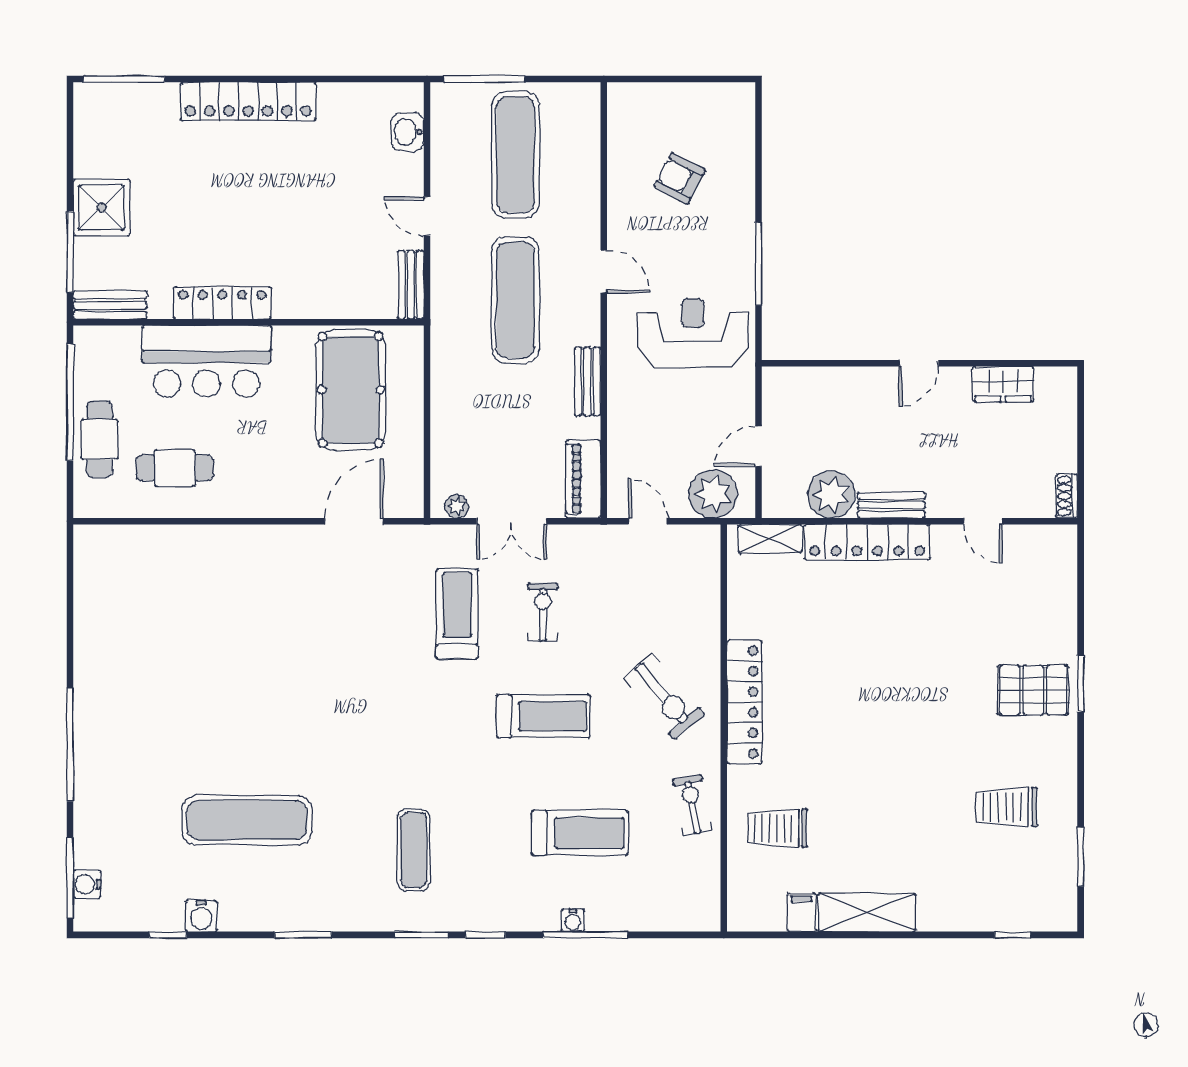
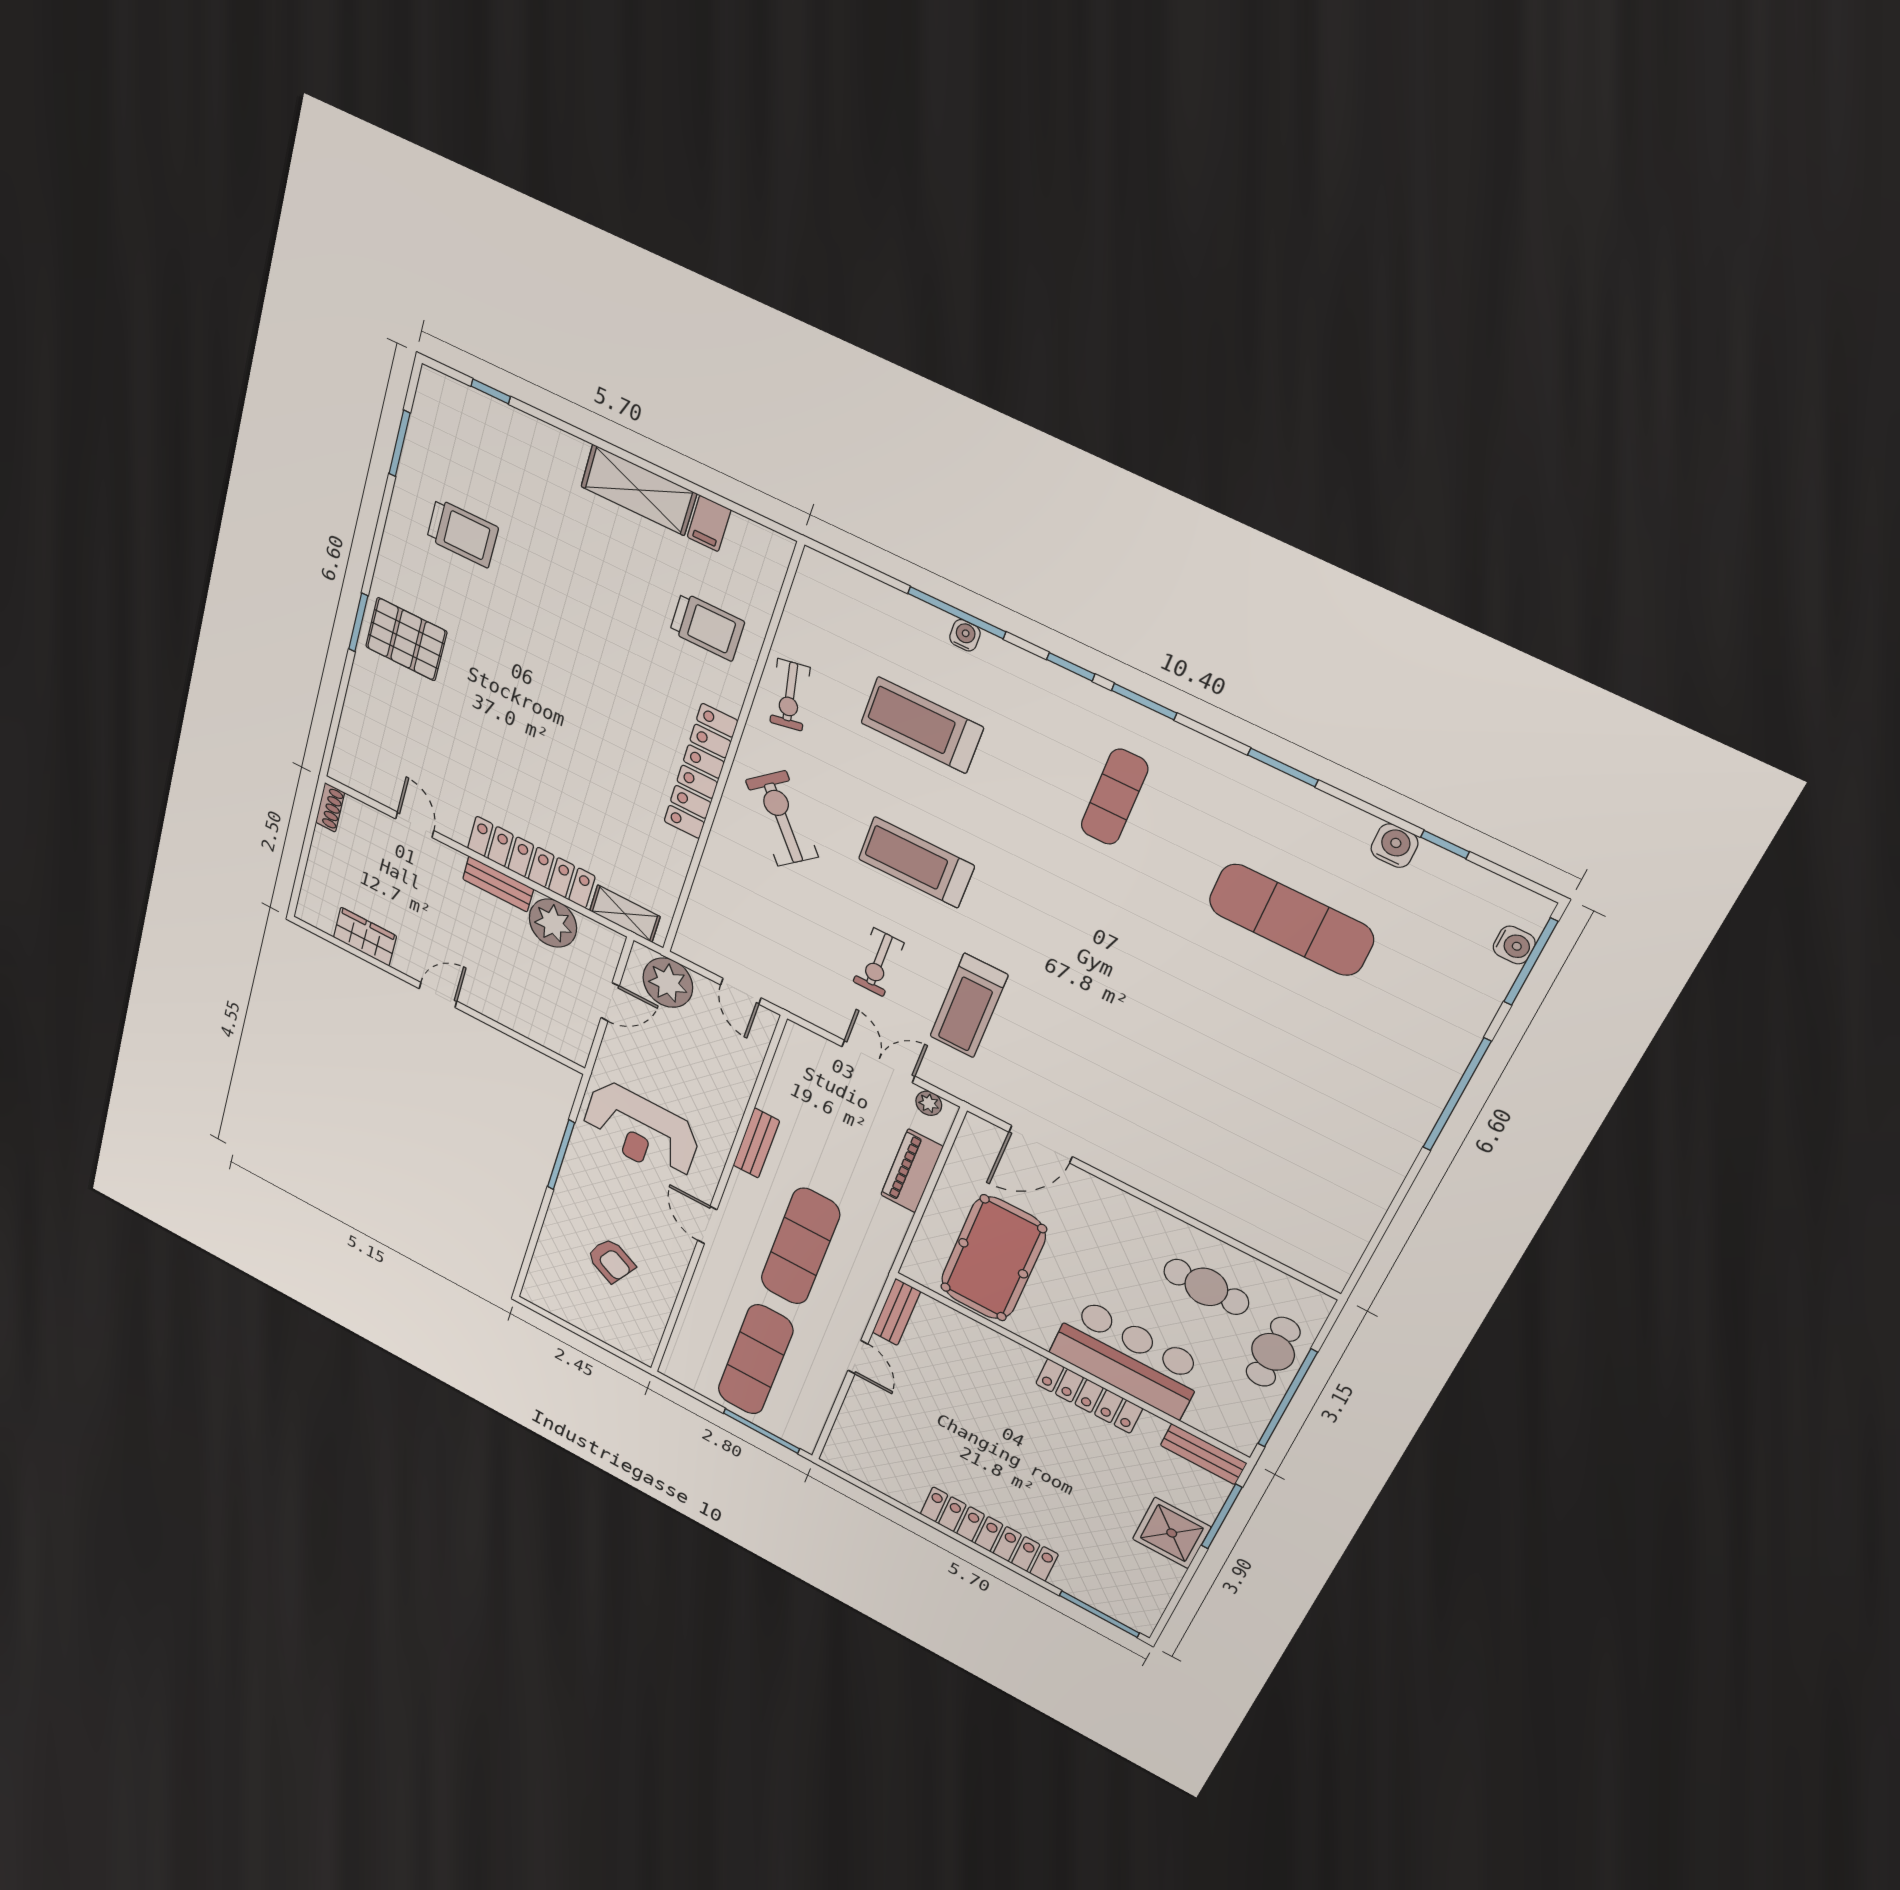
washbasin: (407, 132) -> (849, 1431), removed
piano: (583, 479) -> (912, 1171), moved, turned 180

